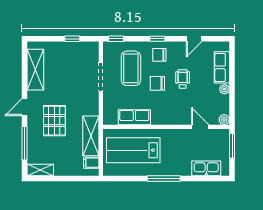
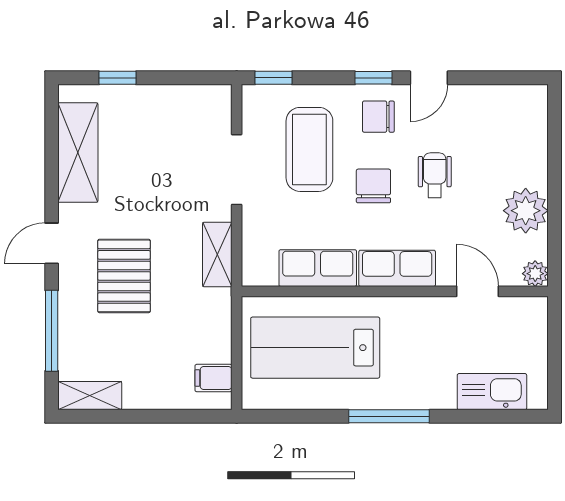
window: (72, 39) -> (118, 78), moved
door: (194, 39) -> (429, 78), moved
row of seats: (222, 67) -> (397, 268), moved, turned 90
chair: (157, 83) -> (373, 186), turned 90
plant: (224, 89) -> (526, 211), width x1.87, depth x1.87
shelving: (91, 136) -> (217, 255), moved, width x0.67, depth x0.75
window: (232, 146) -> (555, 337), removed

